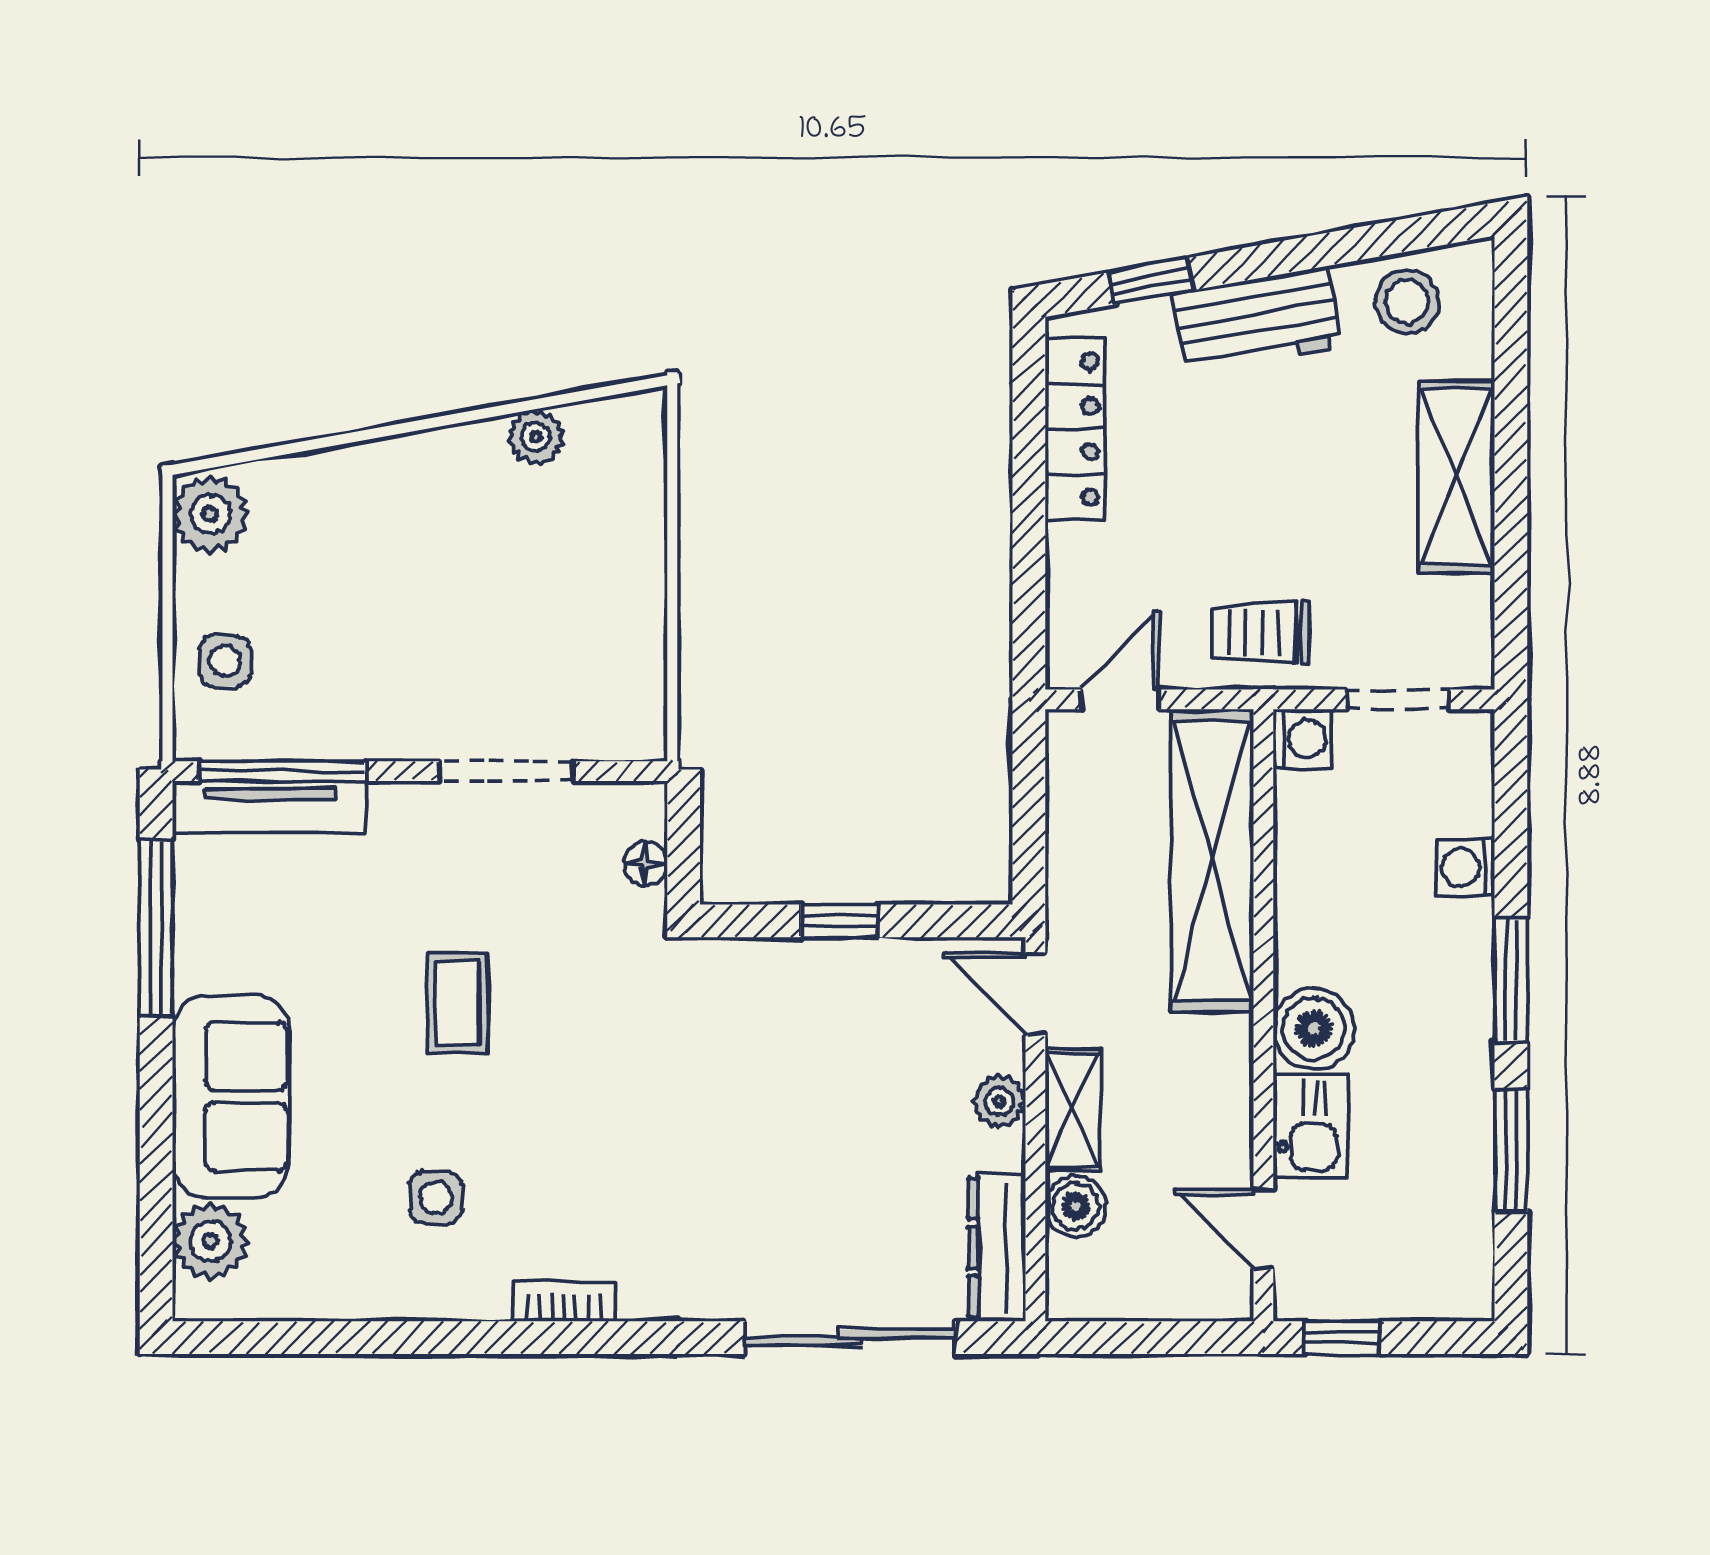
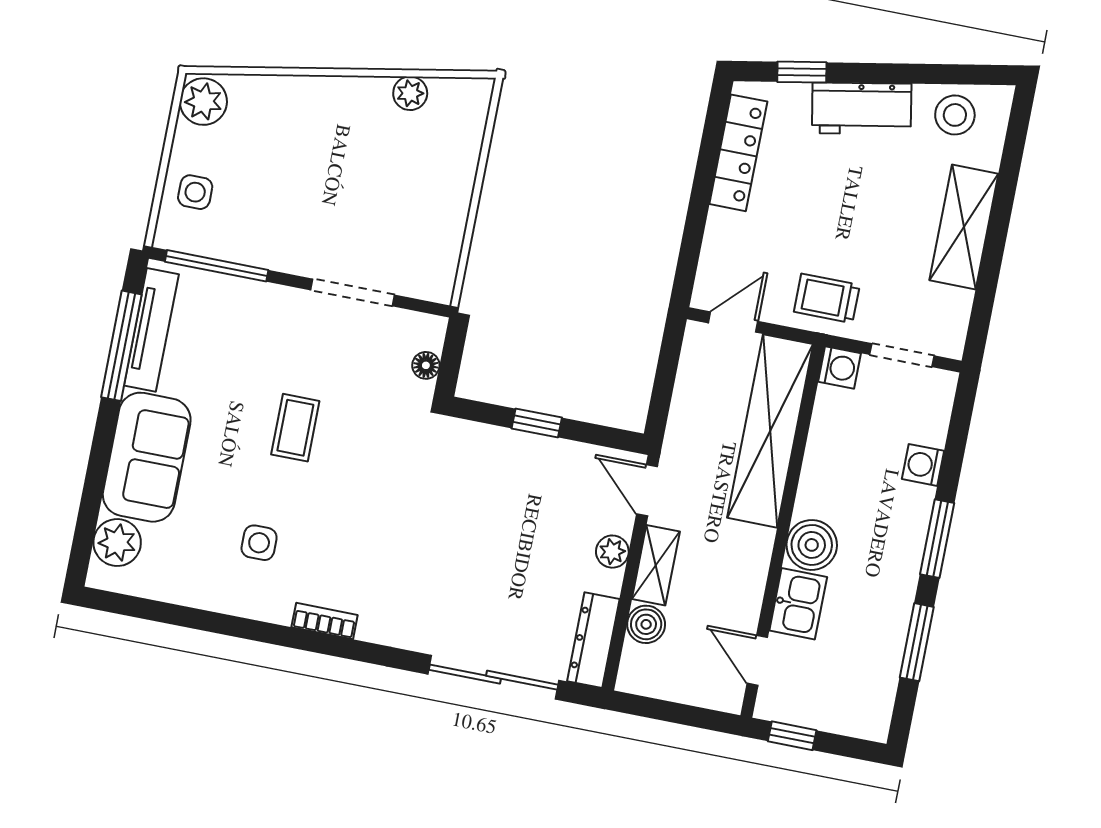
tv unit: (269, 807) -> (151, 330), moved, turned -90

